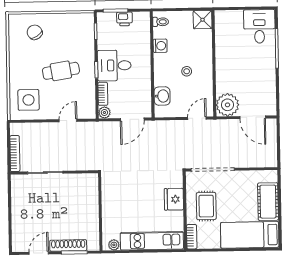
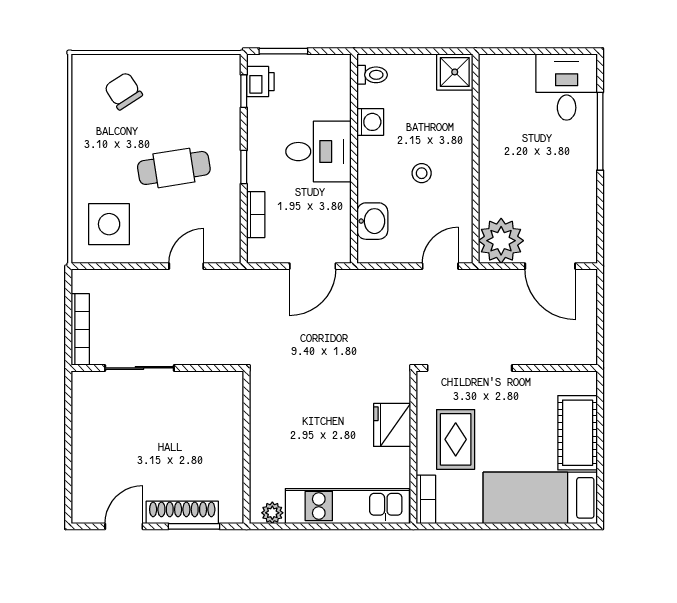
printer: (124, 19) -> (260, 82), moved, turned -90
desk: (114, 65) -> (319, 152), moved, turned 180
plant: (104, 112) -> (258, 252), removed

